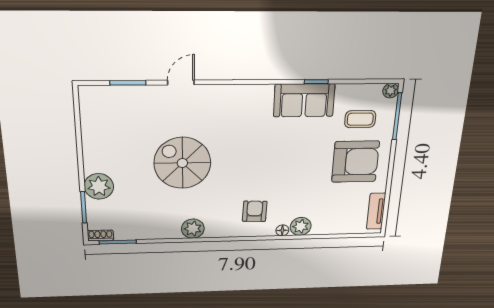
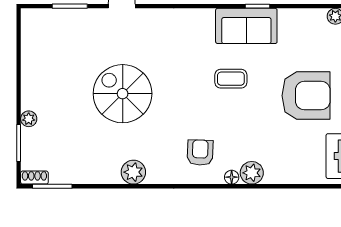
coffee table: (360, 119) -> (231, 79), moved
plant: (99, 186) -> (29, 119), width x0.53, depth x0.53

